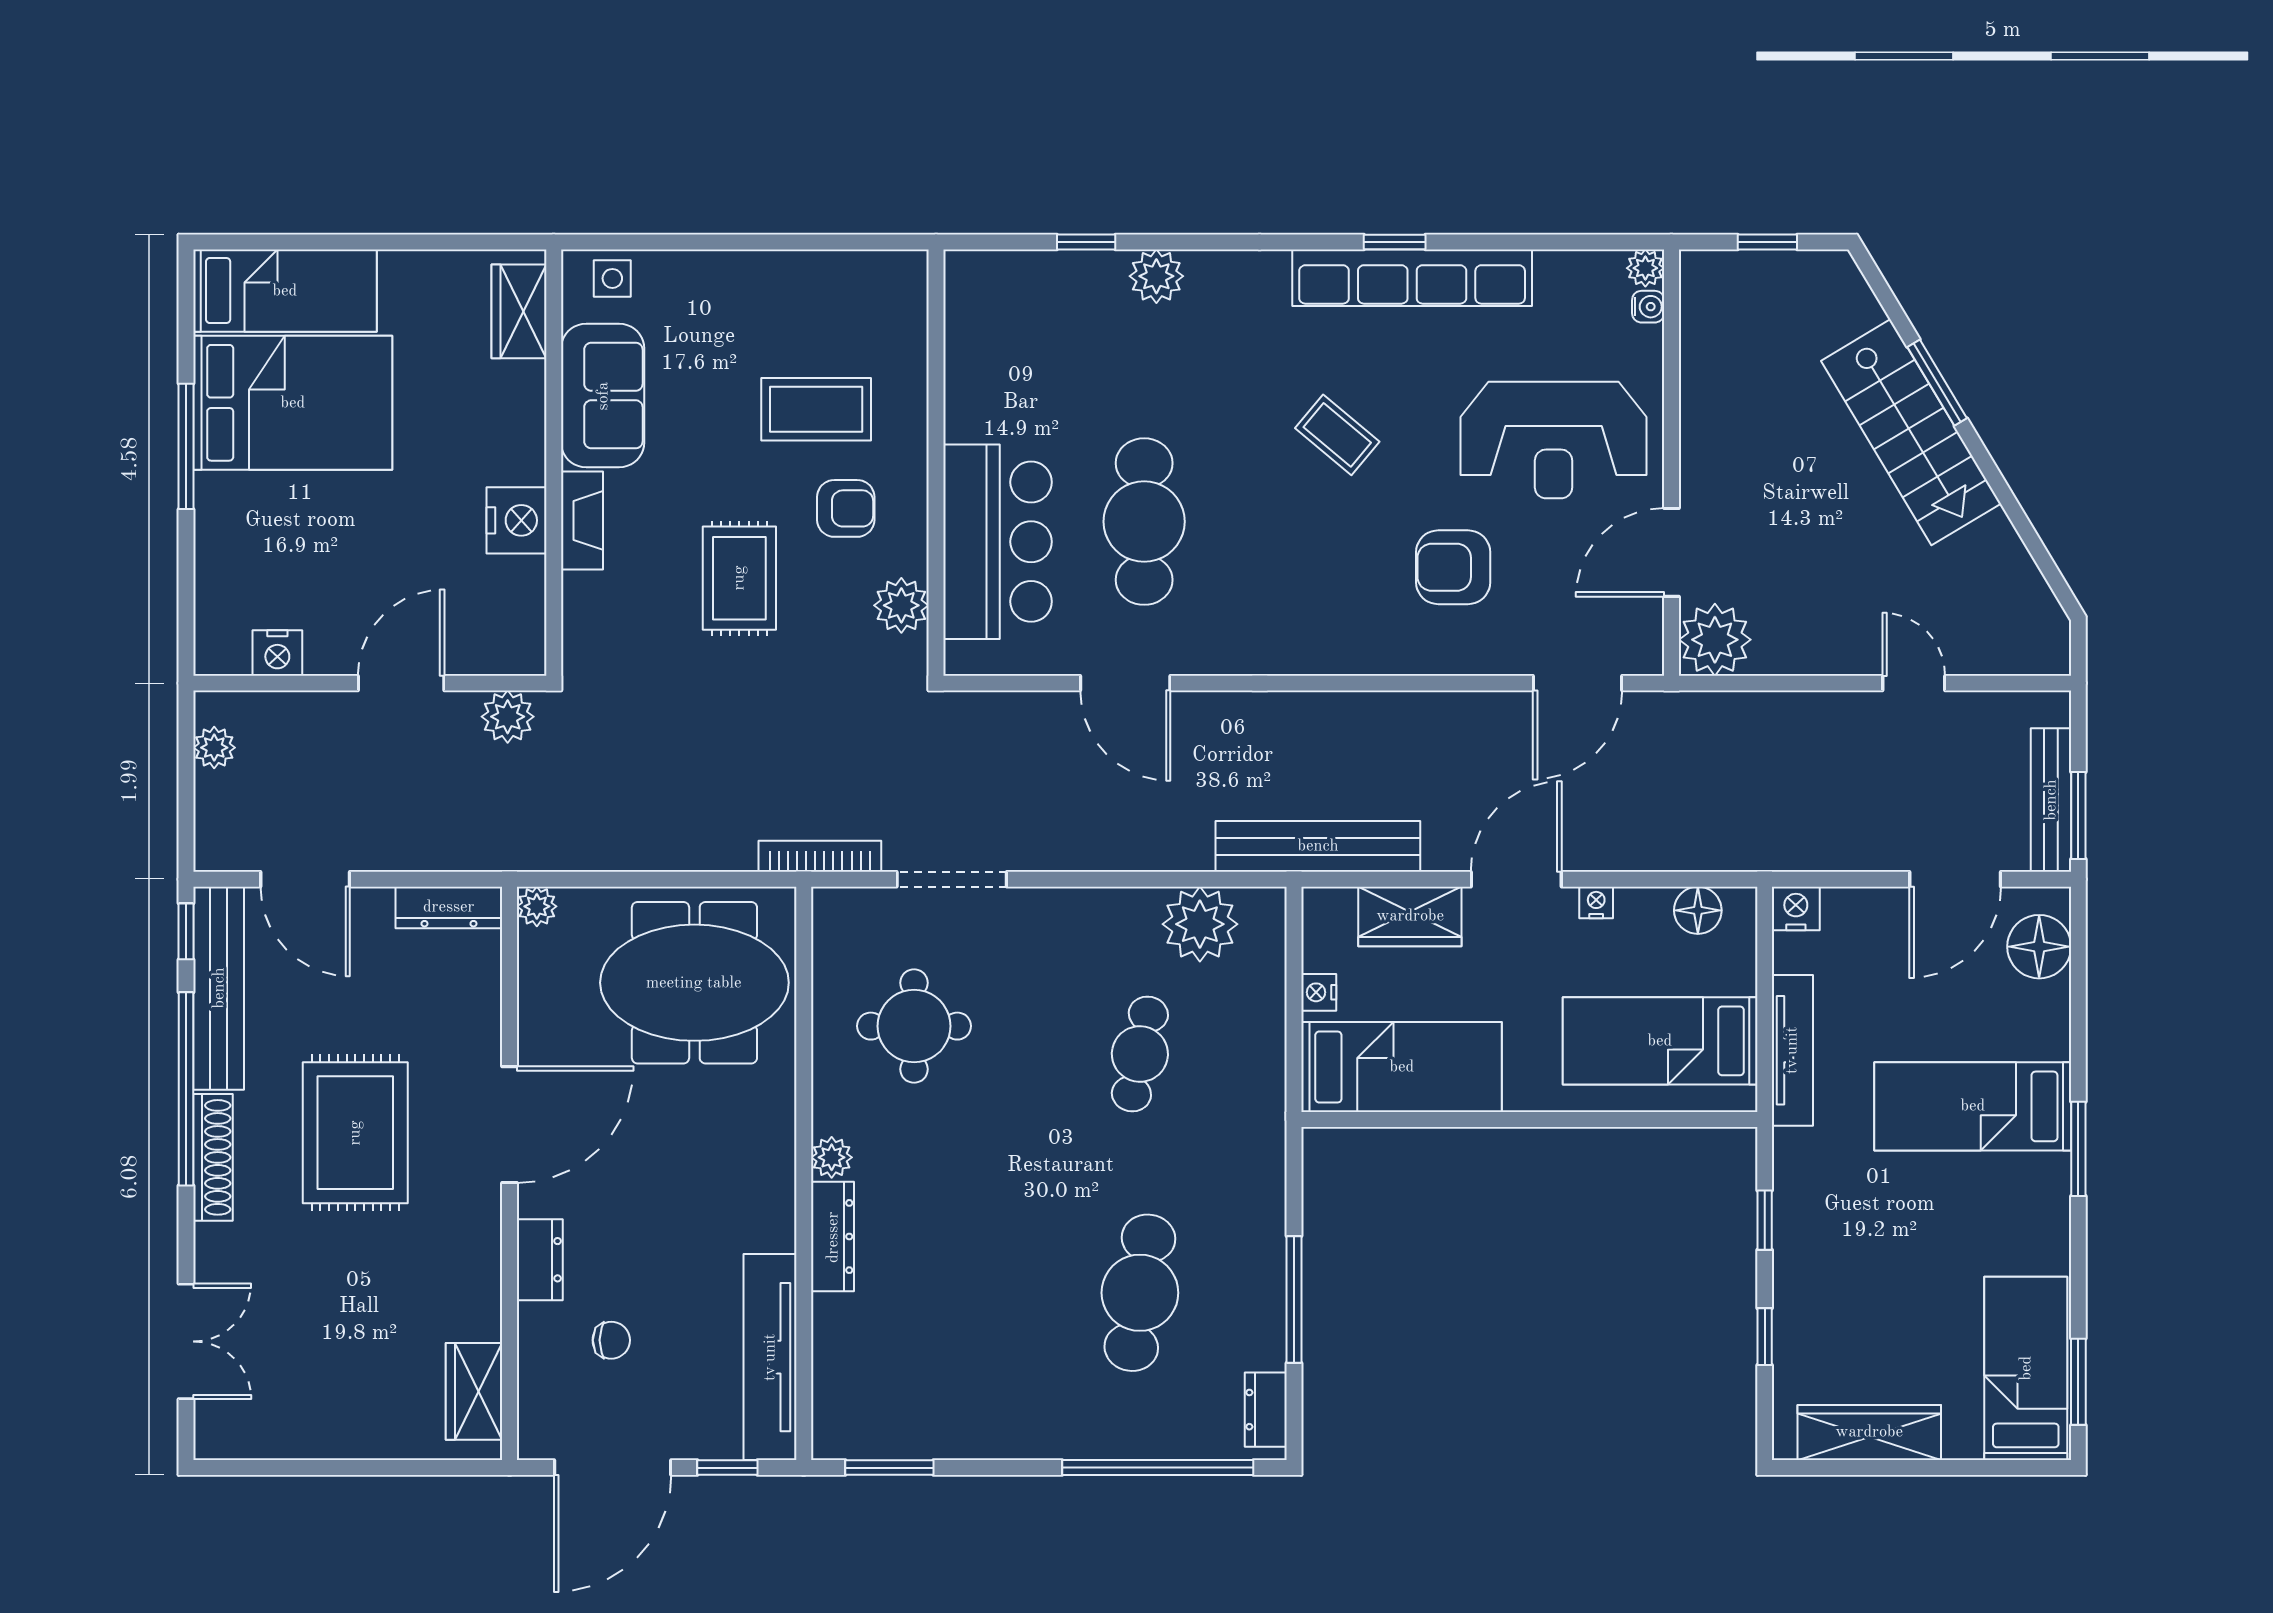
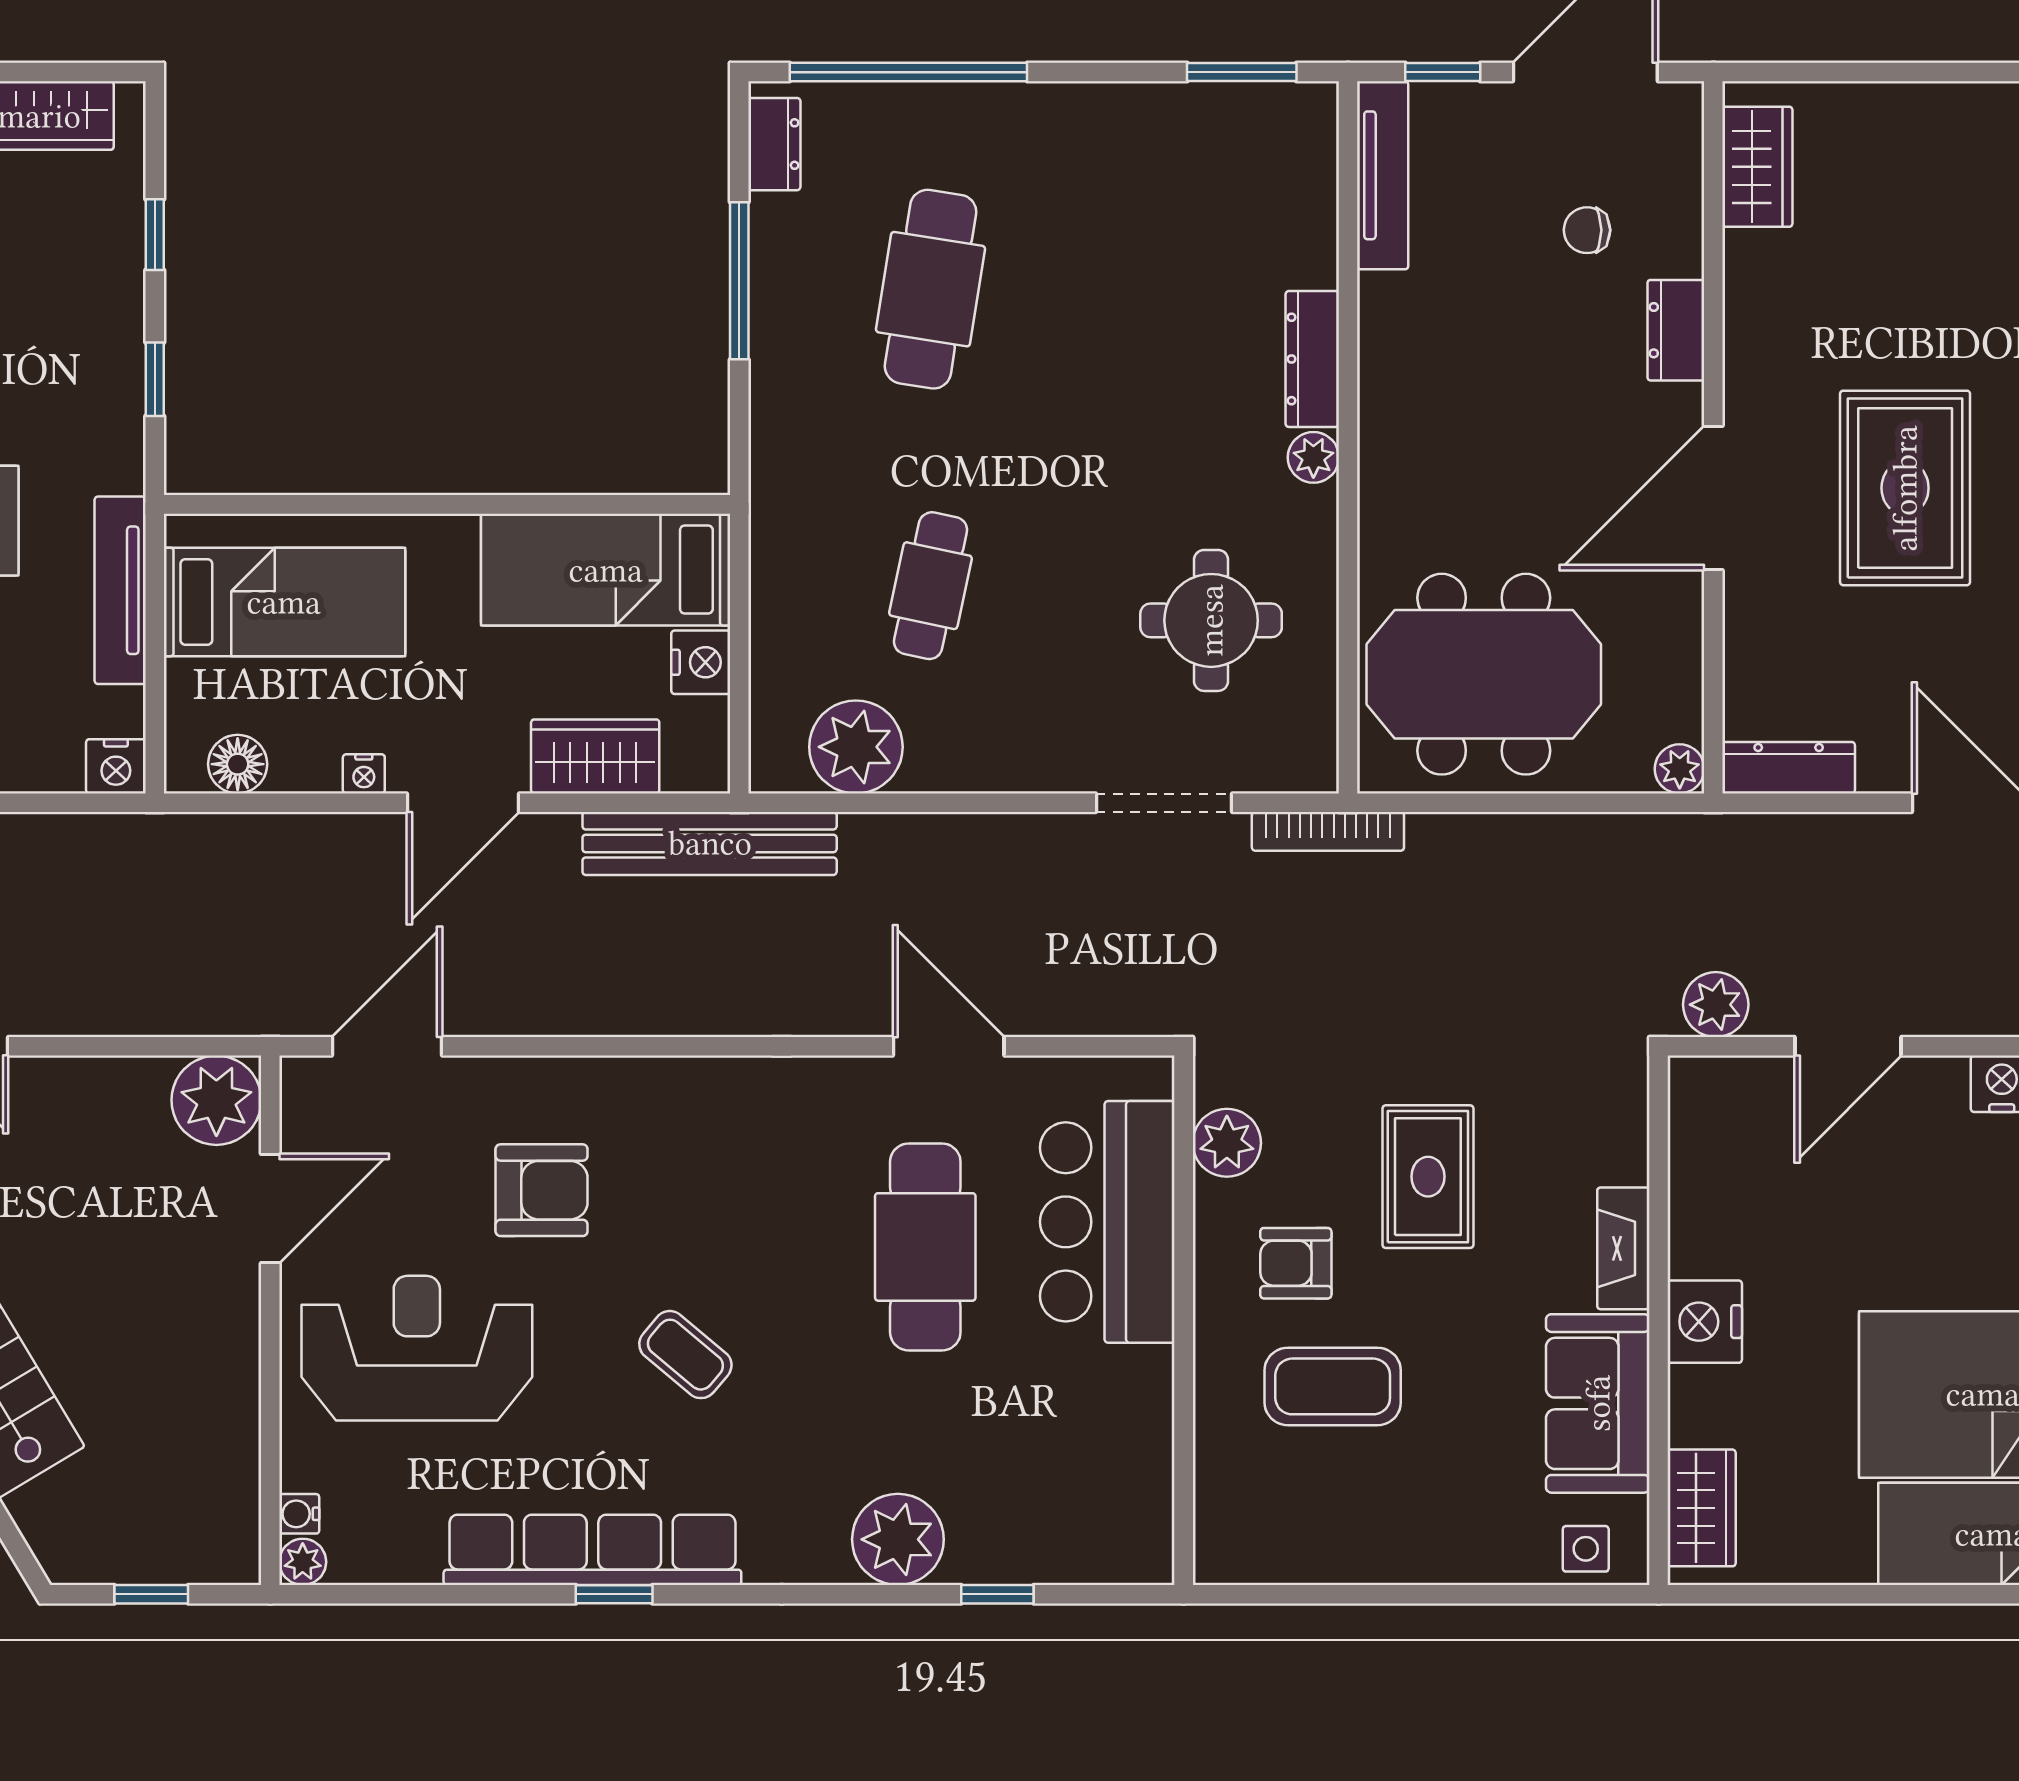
plant: (1156, 276) -> (898, 1539), width x1.36, depth x1.36
nightstand: (517, 520) -> (1705, 1322), moved
nightstand: (1319, 992) -> (701, 662), width x1.39, depth x1.35
tv unit: (770, 1357) -> (1383, 175), width x0.73, depth x0.78

